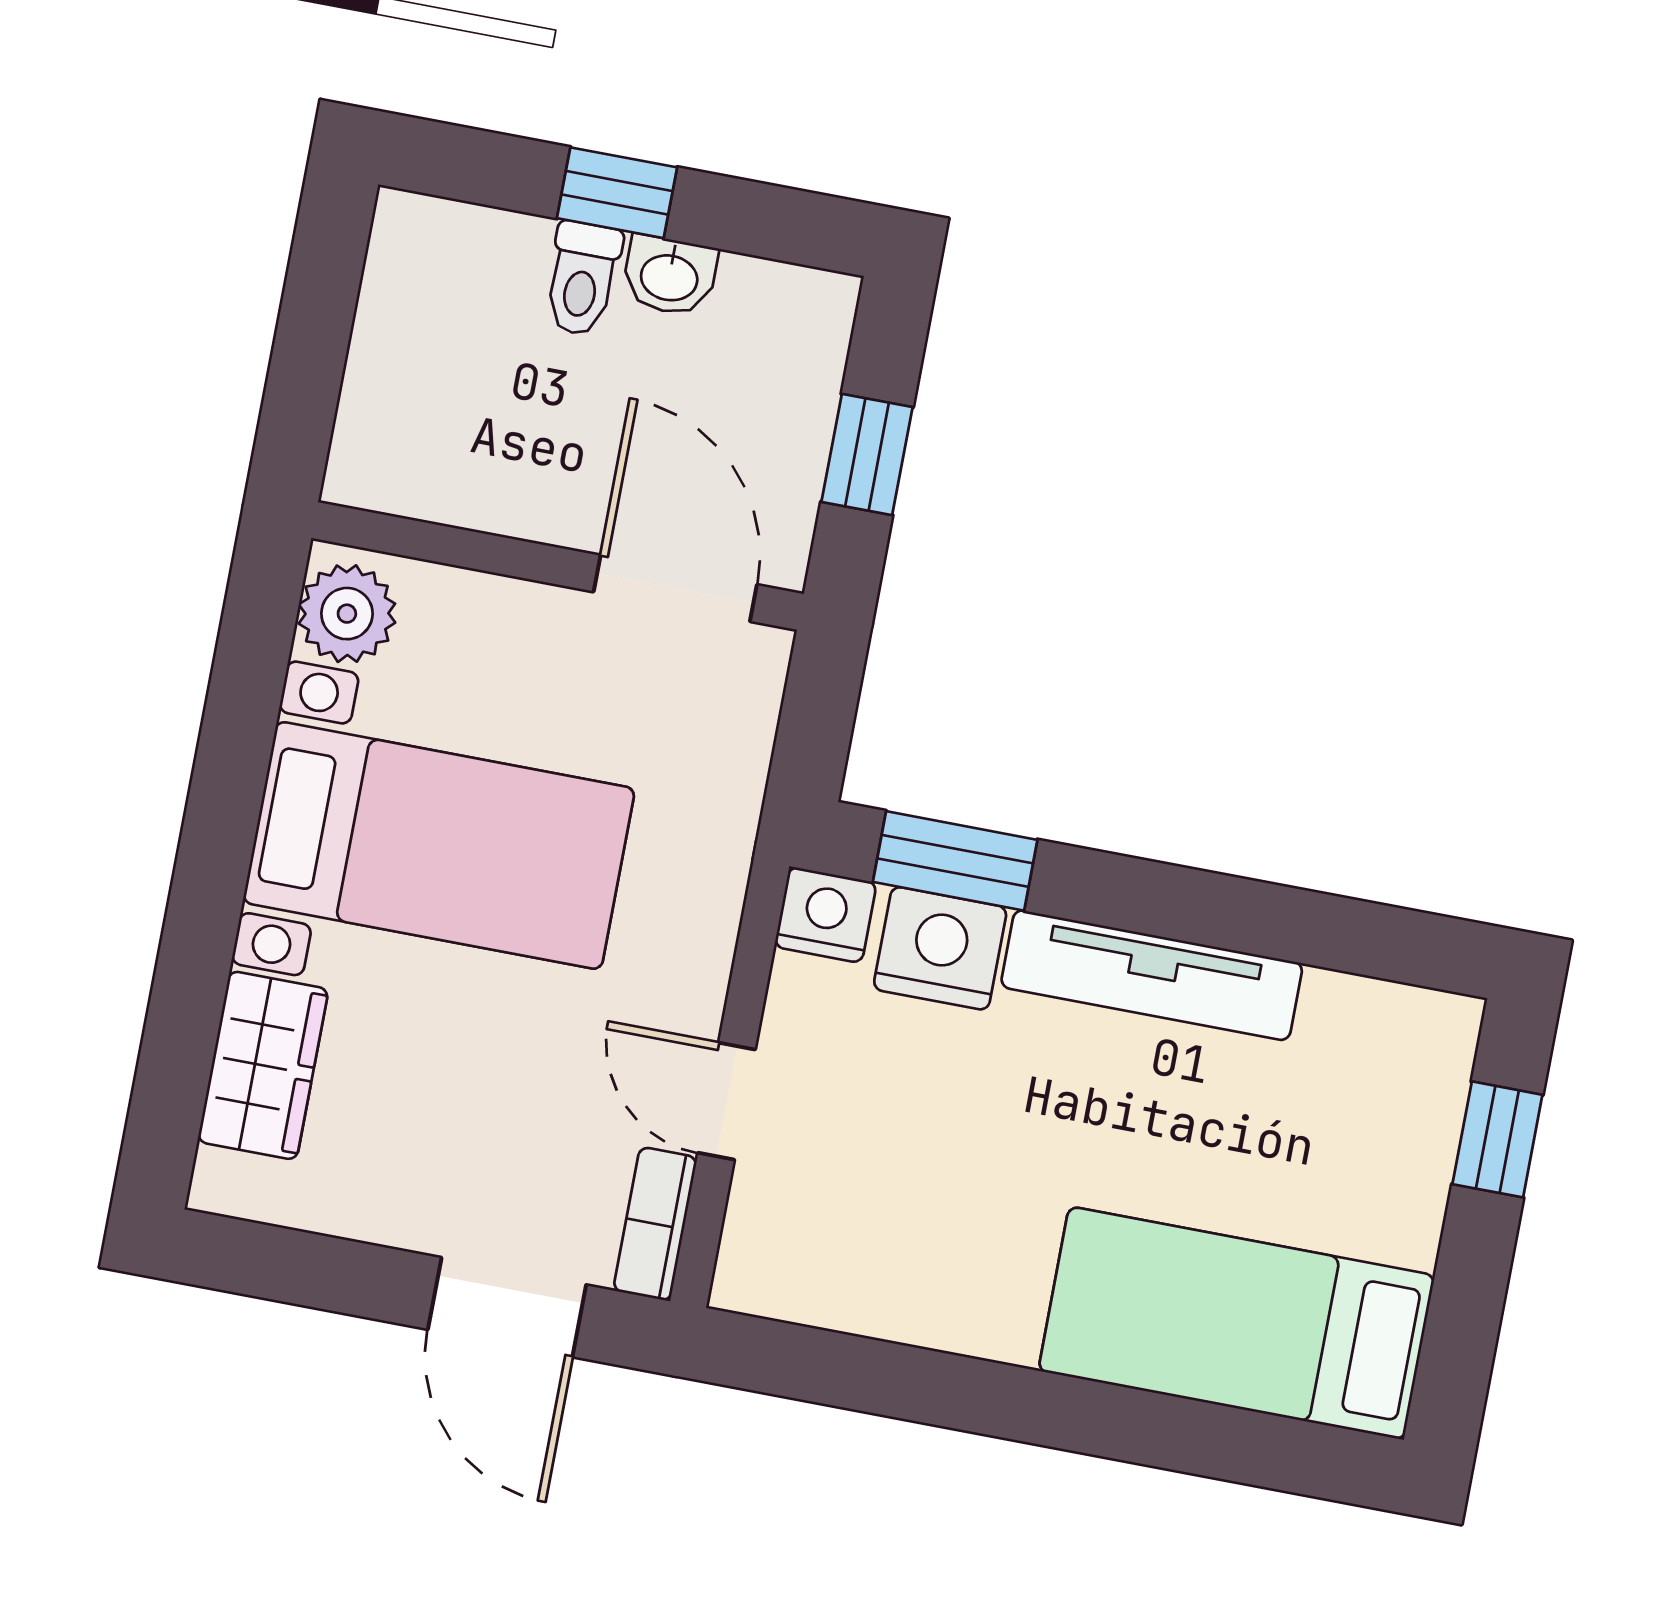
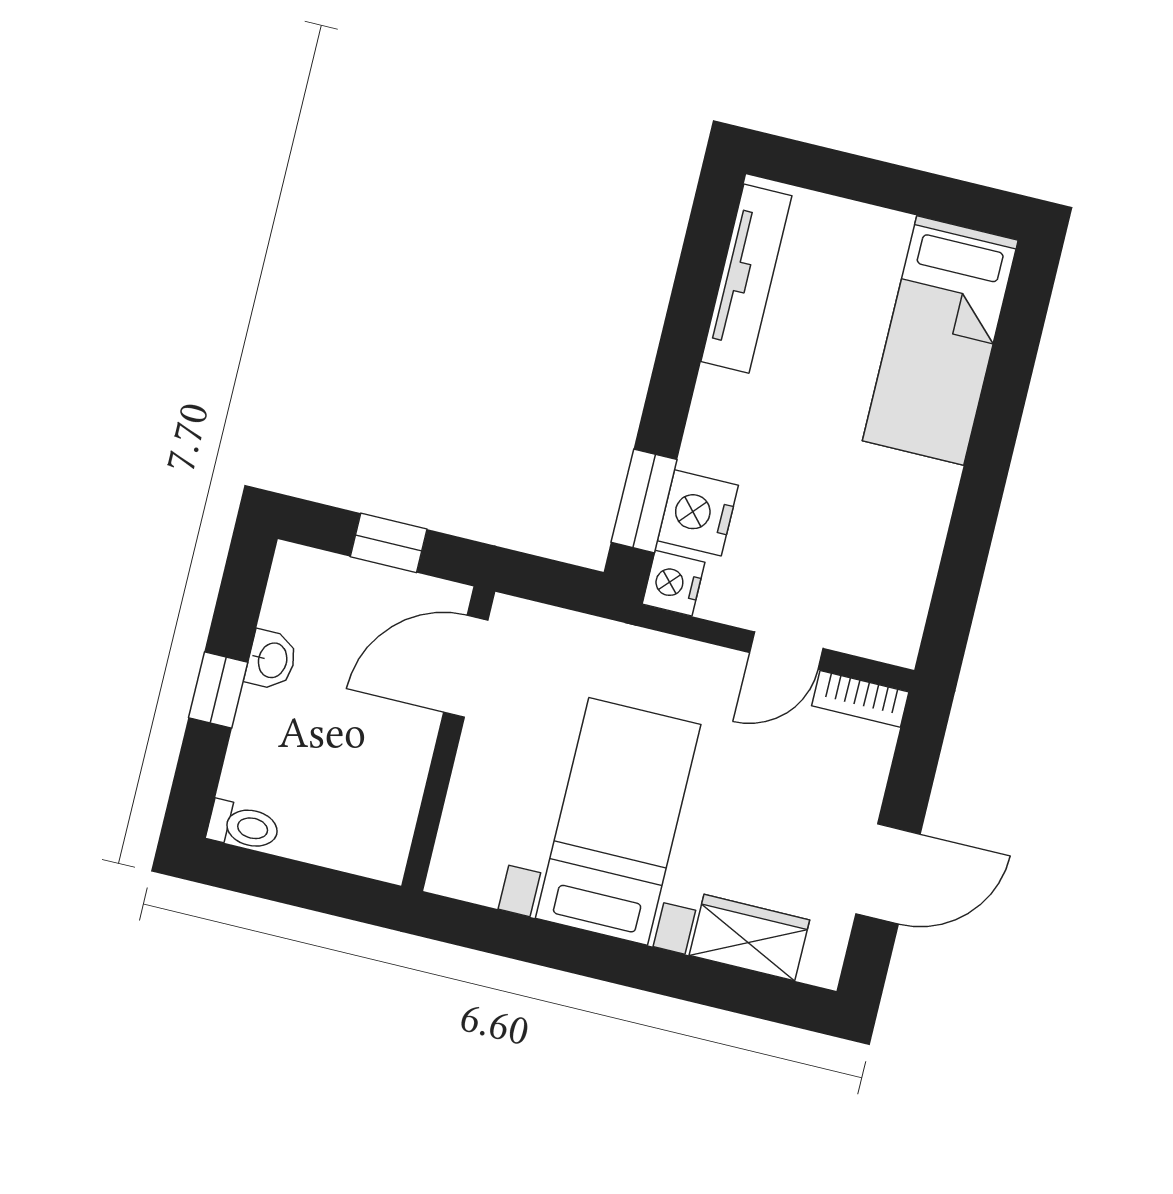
toilet: (582, 279) -> (243, 826), moved
plant: (347, 614) -> (471, 871), removed
tv unit: (1152, 975) -> (746, 279), moved
window: (1497, 1139) -> (834, 173), removed
door: (507, 1307) -> (888, 874), moved

